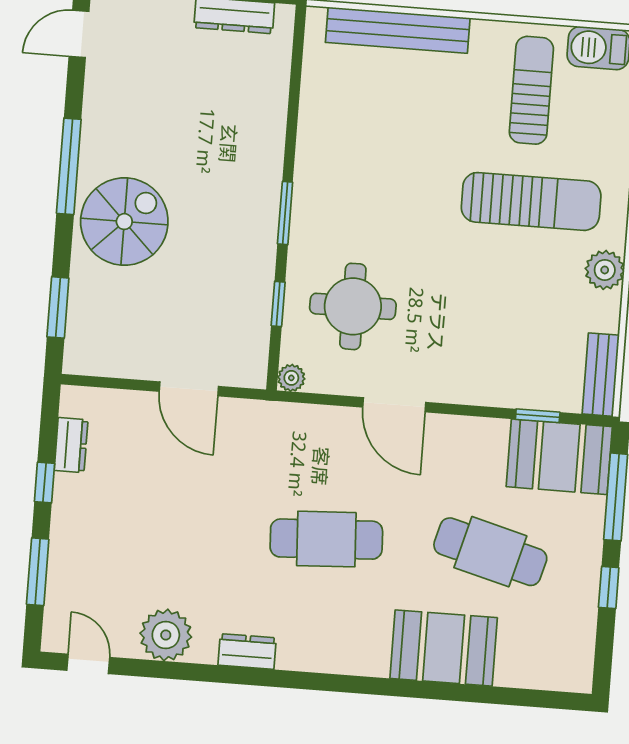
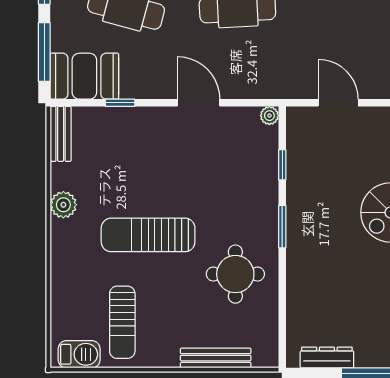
bench: (398, 30) -> (216, 358), width x0.73, depth x0.82
sun lounger: (531, 201) -> (148, 235), moved
round table: (353, 306) -> (235, 274), moved
window: (538, 416) -> (120, 103), moved

